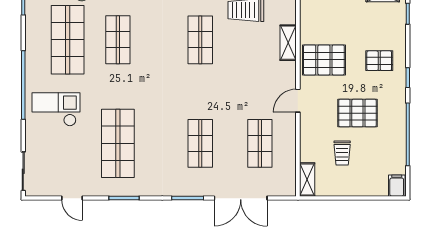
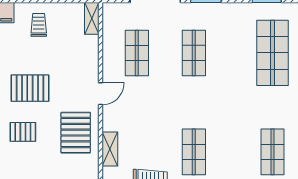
pallet: (324, 60) -> (76, 133), turned 90
pallet: (357, 113) -> (30, 88), moved
trolley: (342, 153) -> (39, 25), moved

